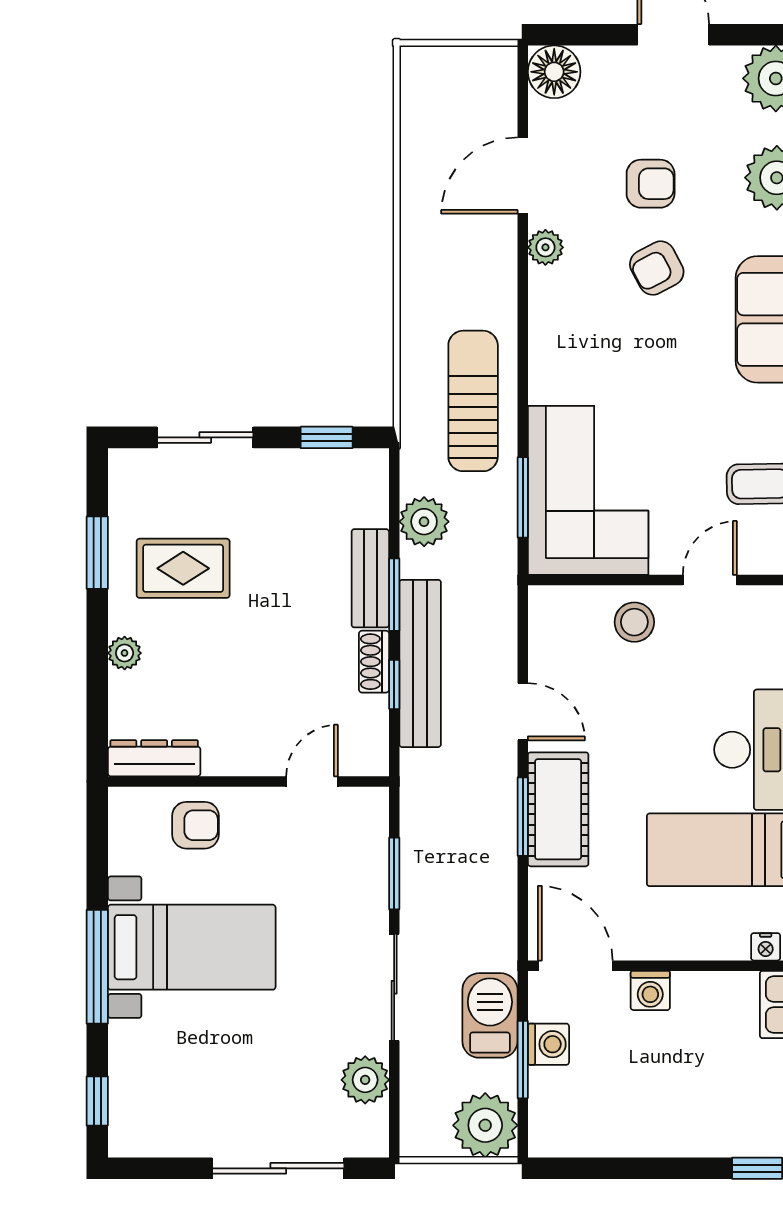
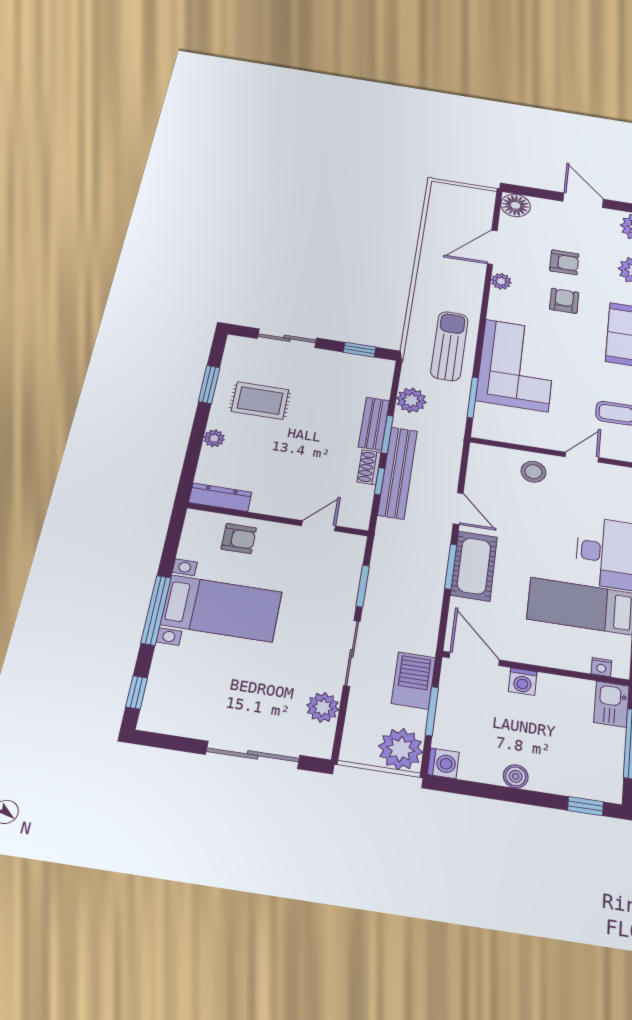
armchair: (657, 268) -> (564, 301), turned 118
corner sofa: (588, 490) -> (517, 365), moved
washing machine: (548, 1044) -> (443, 763), moved
boiler: (654, 1140) -> (516, 776), added

